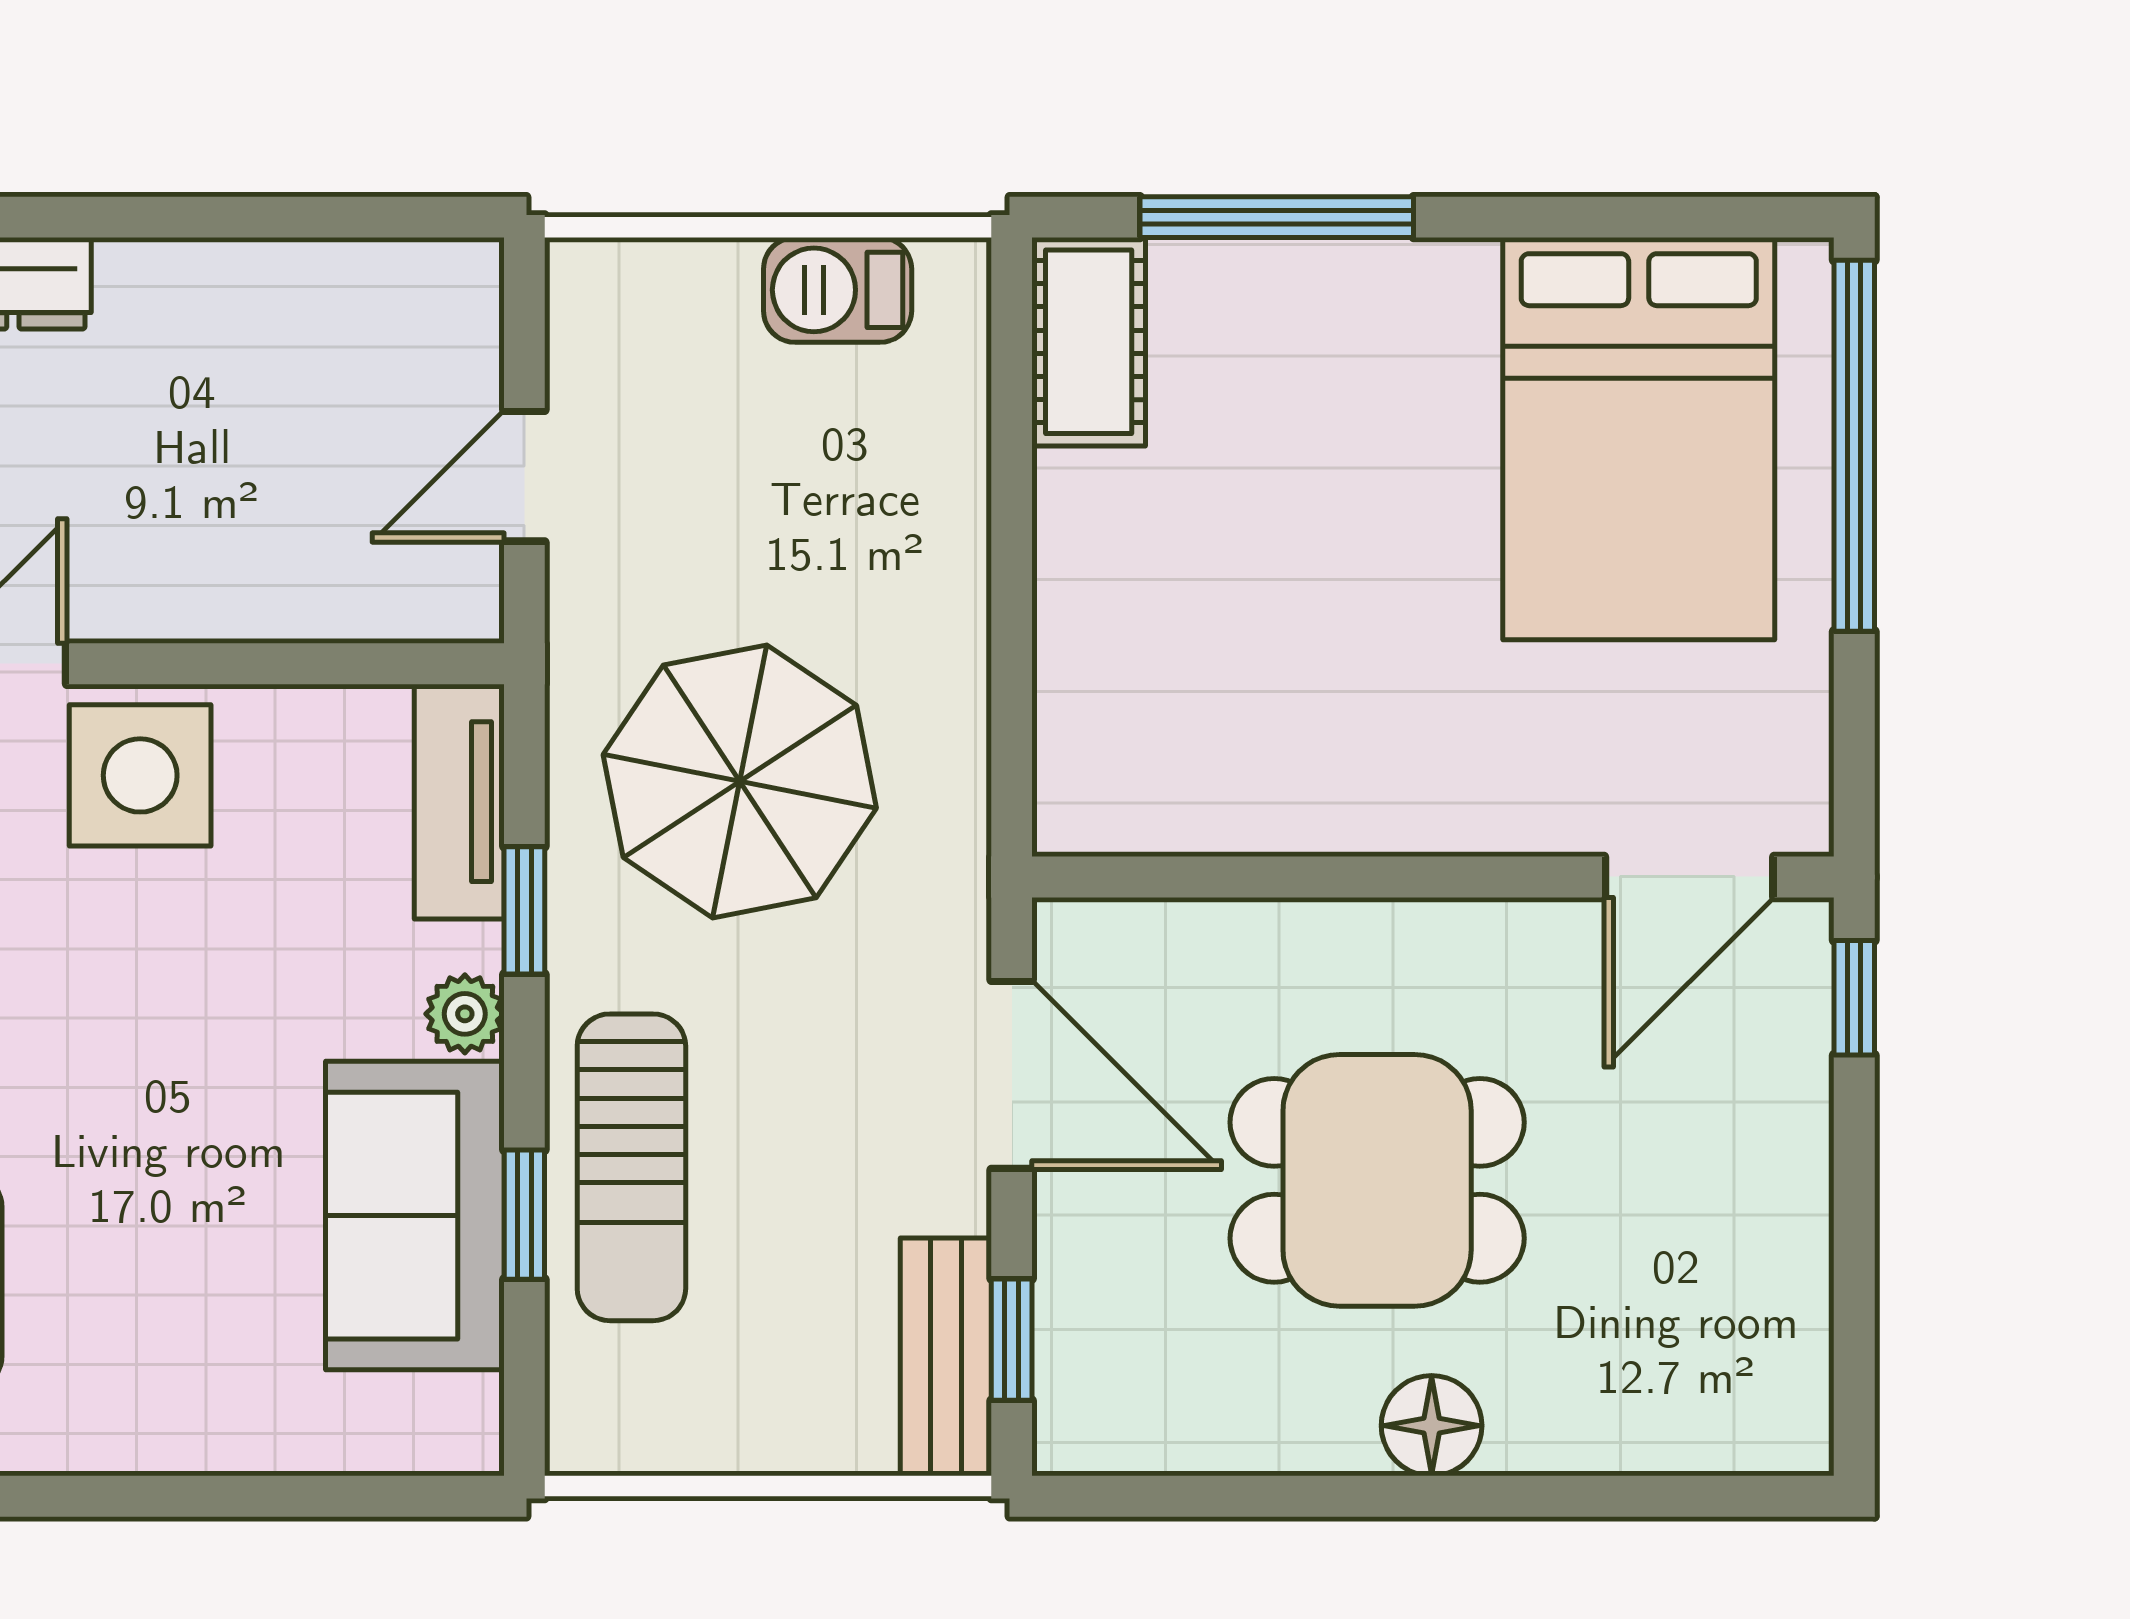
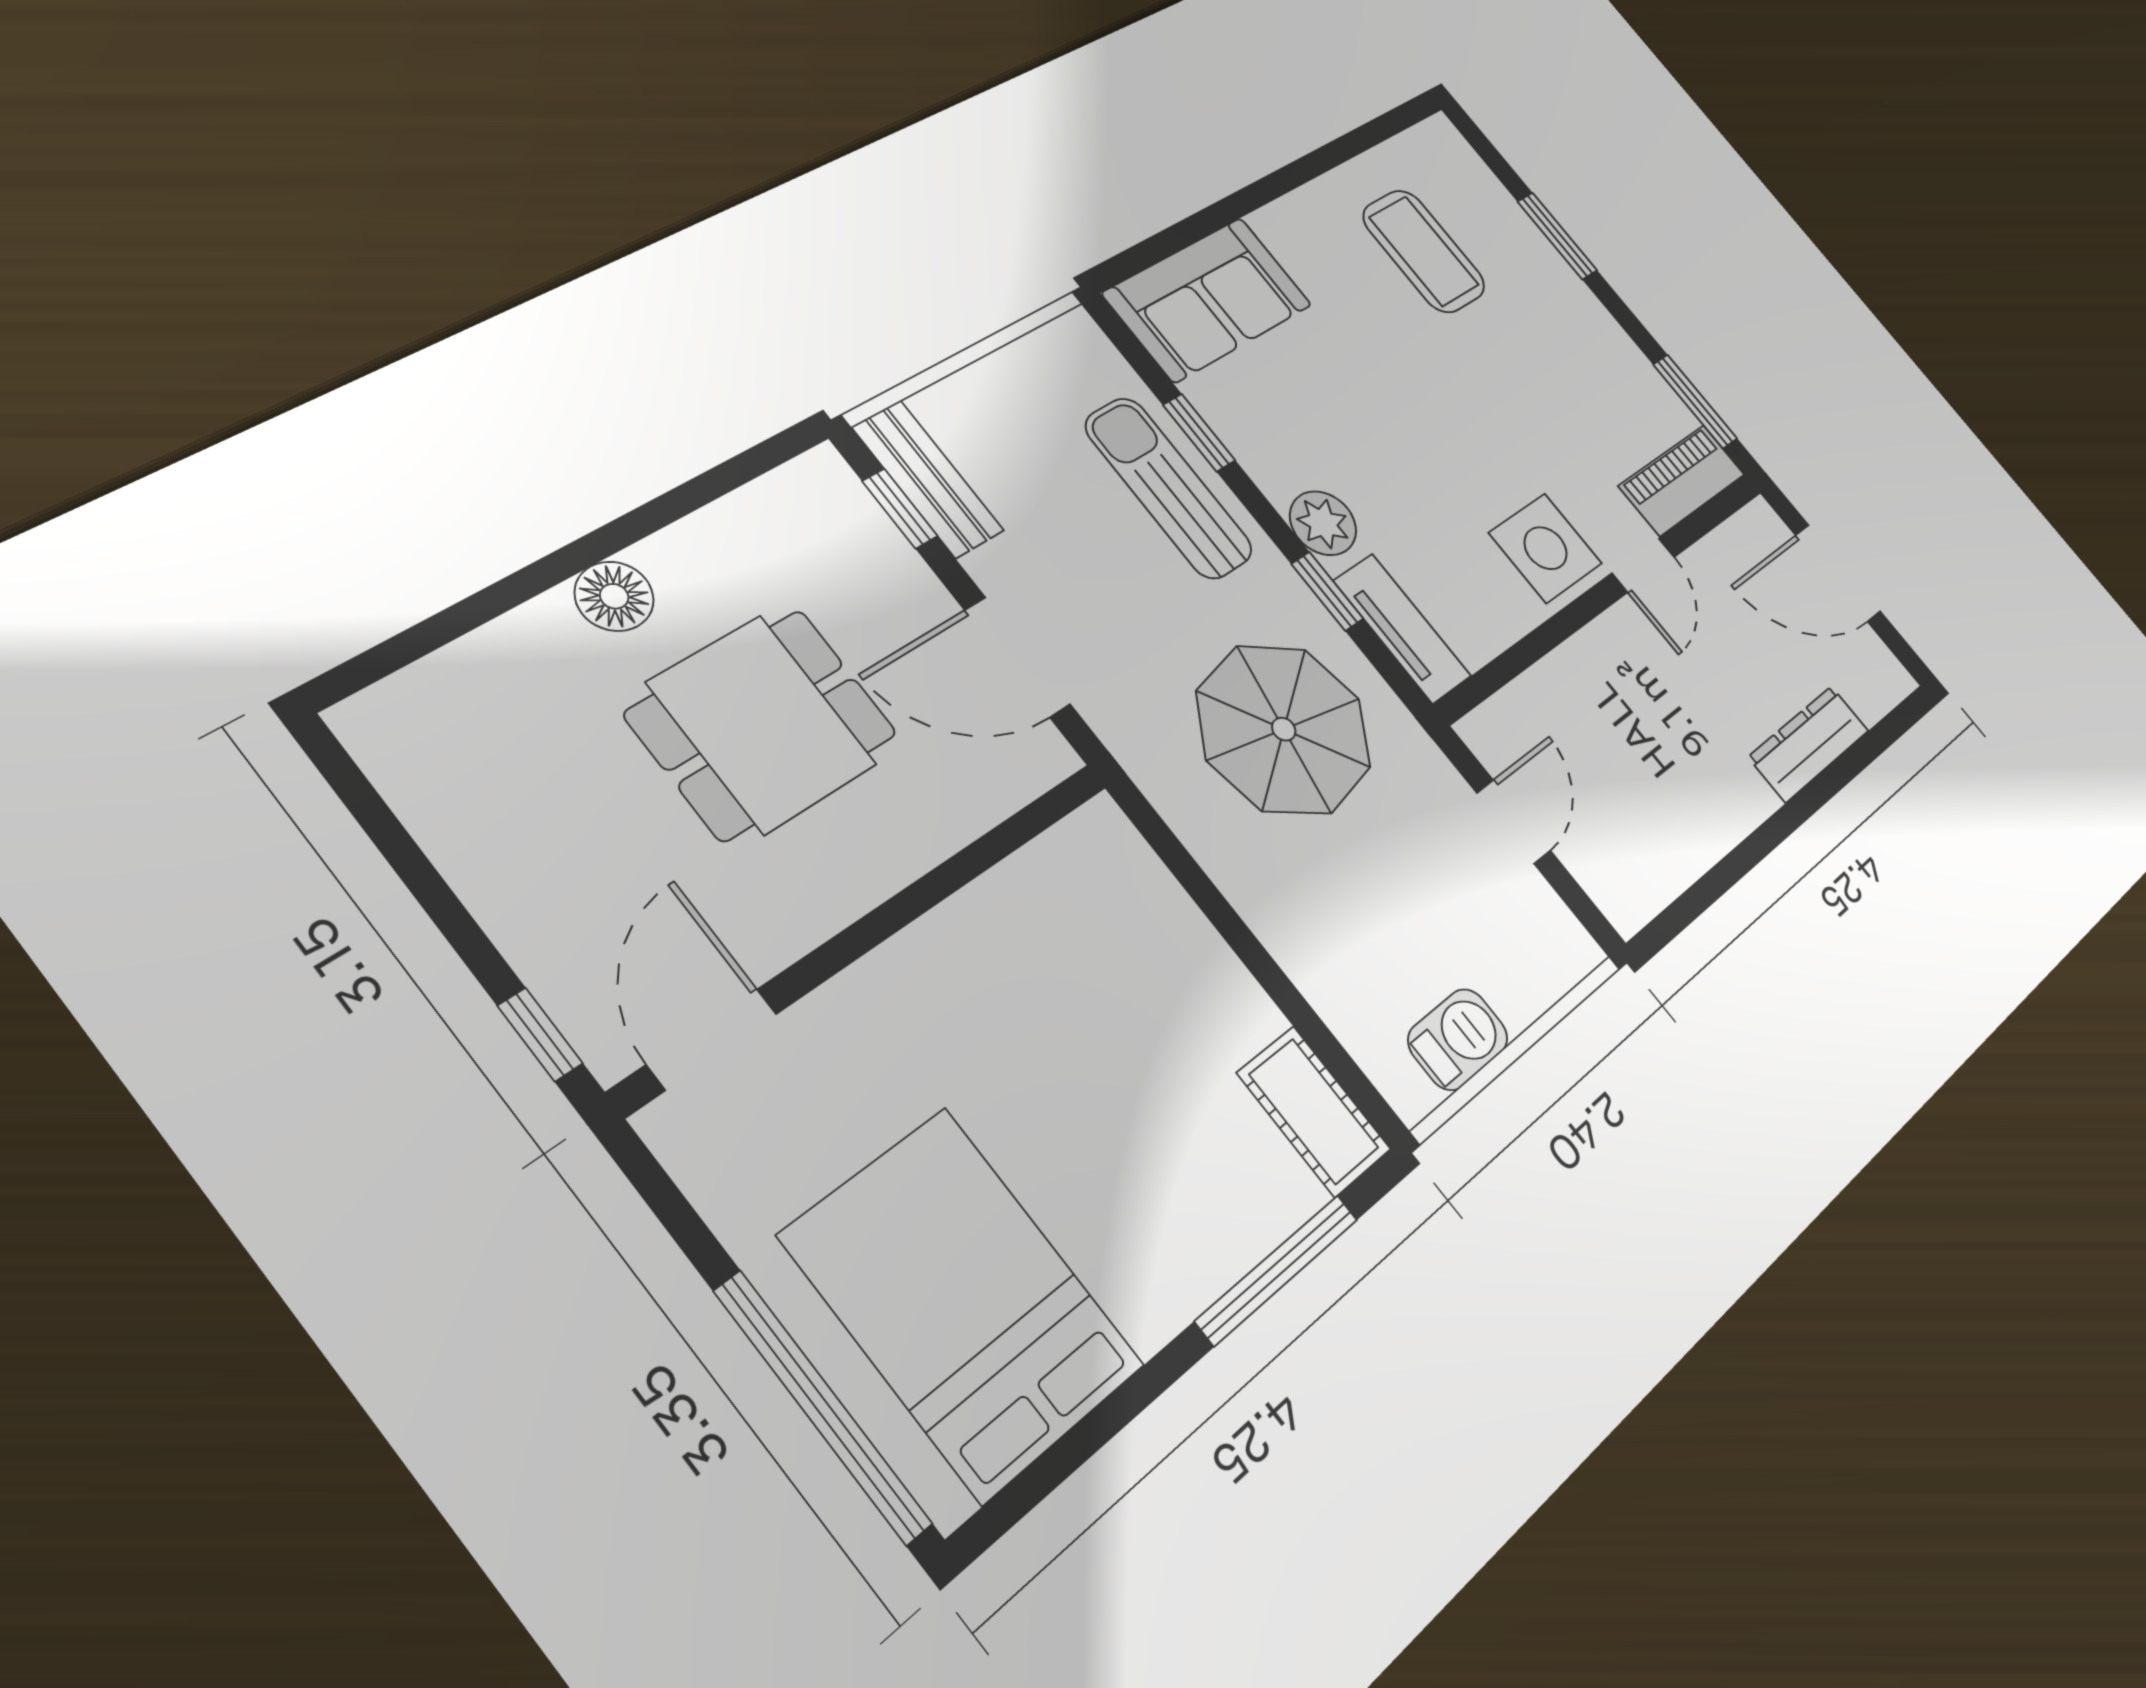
plant: (465, 1014) -> (1323, 523), width x1.38, depth x1.38
sofa: (415, 1216) -> (1208, 299), moved, turned 90

